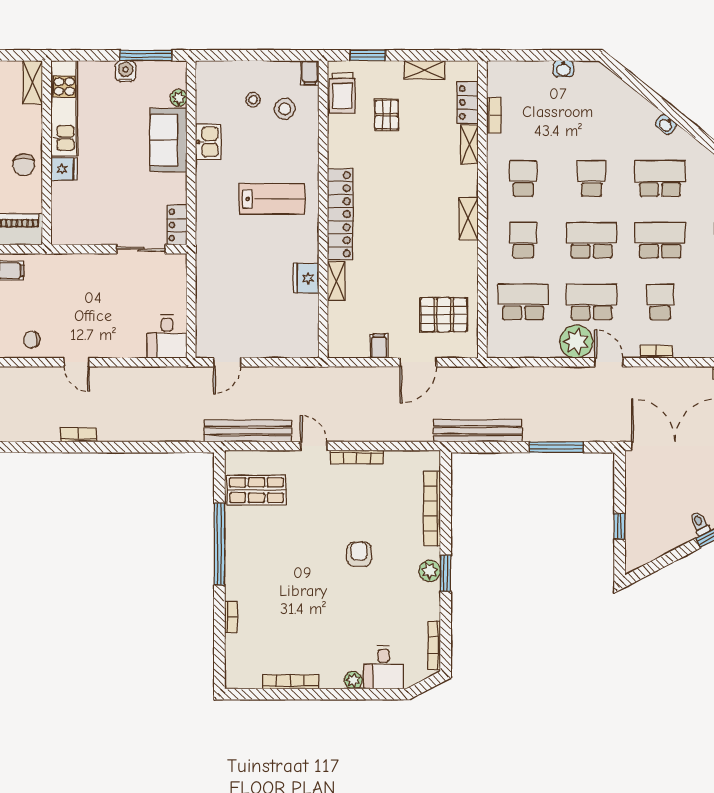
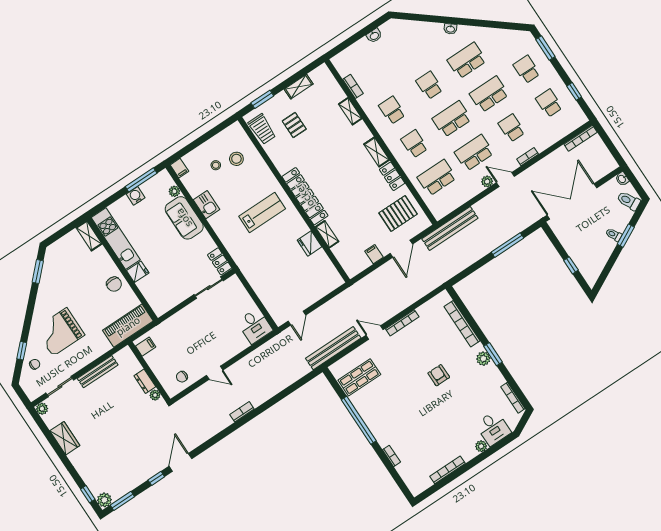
filing cabinet: (310, 73) -> (179, 168), moved
locker: (468, 102) -> (392, 176), moved
plant: (576, 342) -> (487, 181), width x0.53, depth x0.53
bench: (478, 431) -> (450, 228), moved

